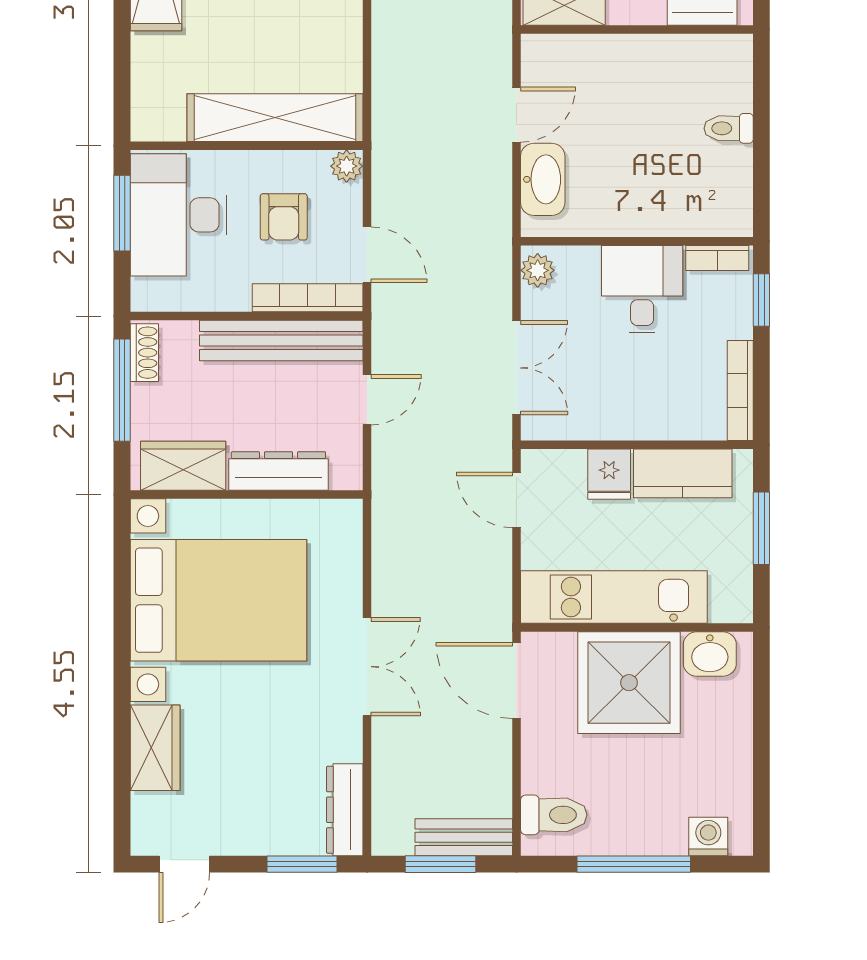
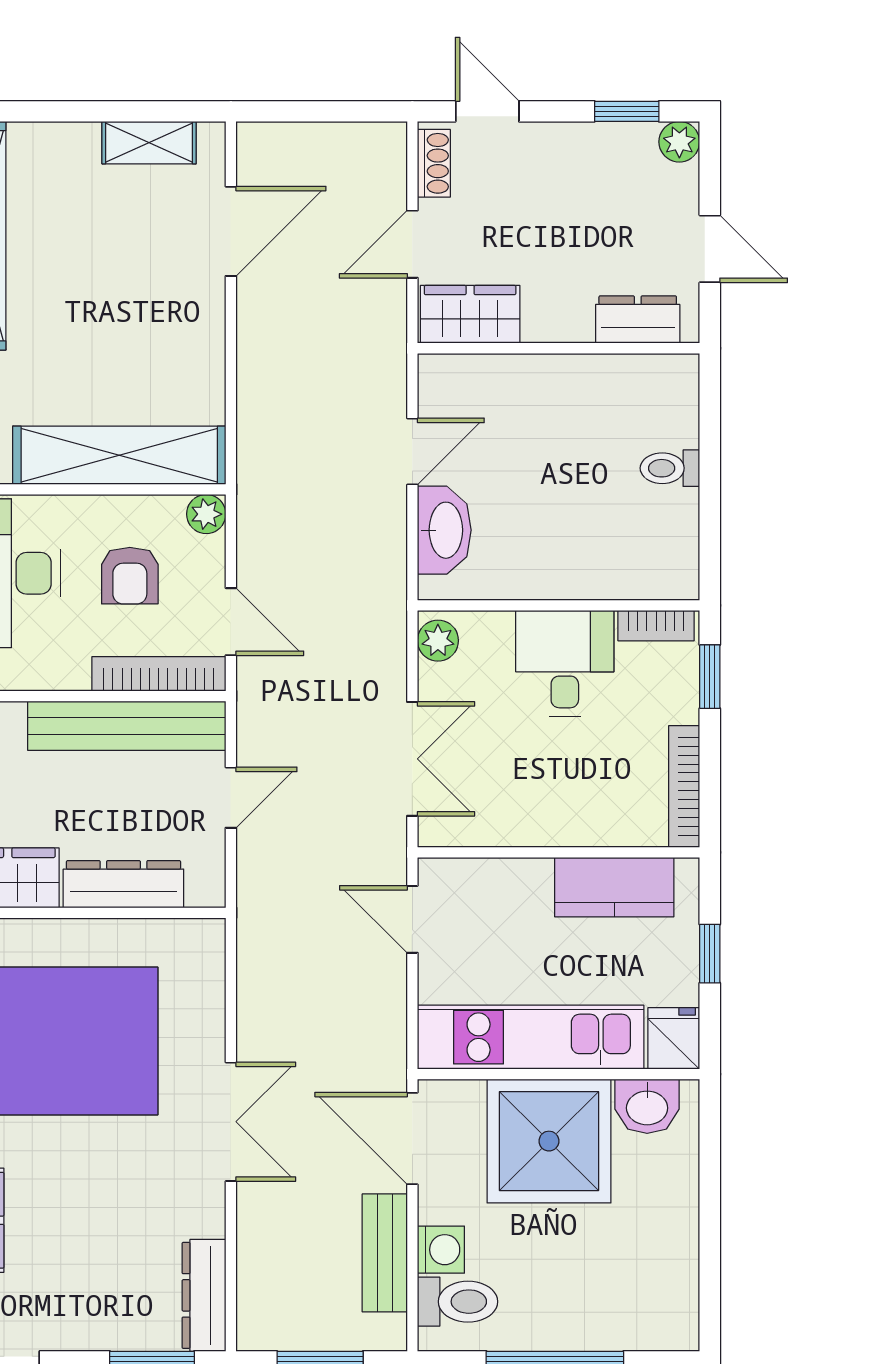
fridge: (609, 474) -> (674, 1038), moved, turned 180
window: (761, 528) -> (710, 954), width x0.67
washing machine: (708, 836) -> (441, 1250), moved, turned 90
bench: (464, 837) -> (385, 1253), moved, turned 90

